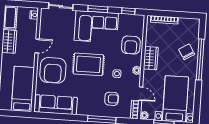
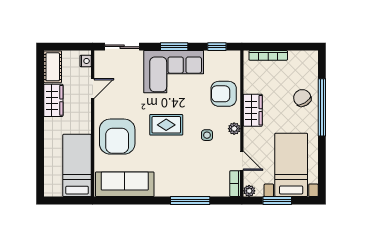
armchair: (131, 45) -> (224, 94), turned 90
door: (37, 46) -> (93, 88), moved
rug: (88, 64) -> (166, 125), width x0.73, depth x0.70
armchair: (112, 99) -> (202, 171), removed

